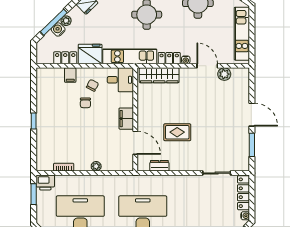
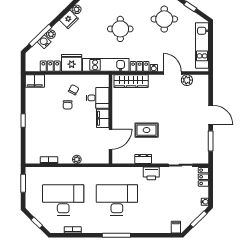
filing cabinet: (70, 75) -> (35, 81), moved, width x2.00
desk: (120, 80) -> (98, 98), moved
door: (135, 143) -> (110, 139), hinge flipped
dresser: (159, 166) -> (143, 159), moved
printer: (45, 182) -> (151, 173), moved
locker: (243, 193) -> (203, 177), width x0.66

